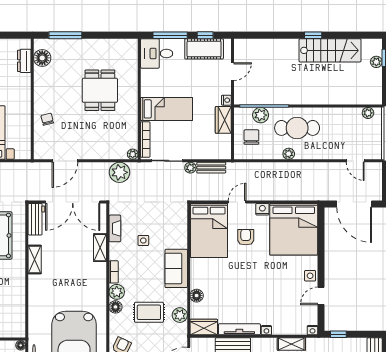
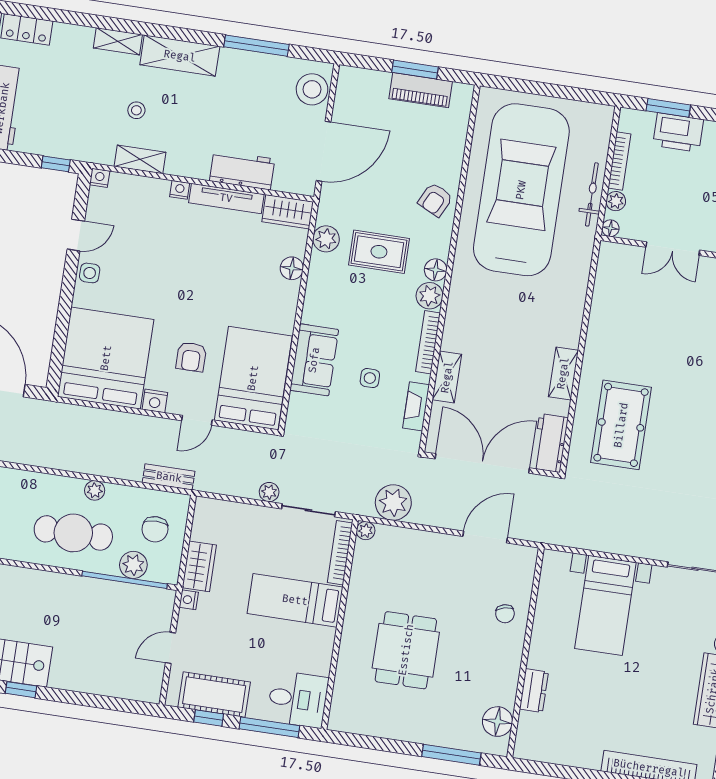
dresser: (24, 61) -> (534, 691), moved
bench: (211, 168) -> (169, 477), moved
sofa: (176, 268) -> (314, 360), moved
bookcase: (114, 272) -> (428, 342), width x1.56

